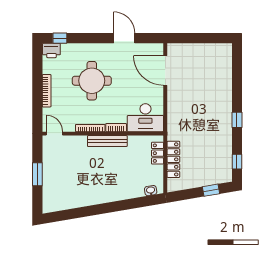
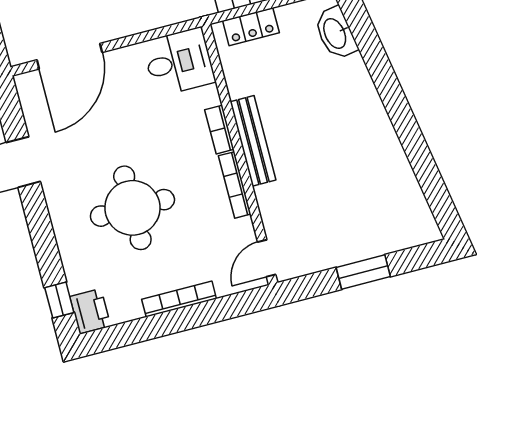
desk: (145, 118) -> (179, 62), width x0.73
washbasin: (151, 191) -> (336, 33), width x1.91, depth x1.45

